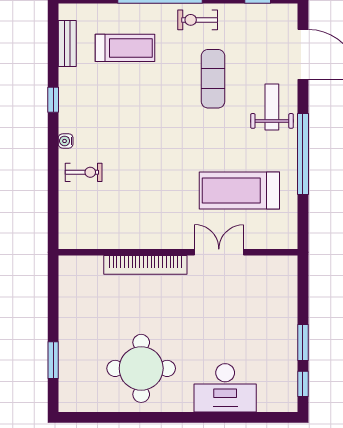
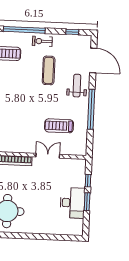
treadmill: (239, 190) -> (59, 126), width x0.73, depth x0.73
window: (303, 384) -> (88, 181), moved
desk: (225, 388) -> (72, 203), moved, turned -90

